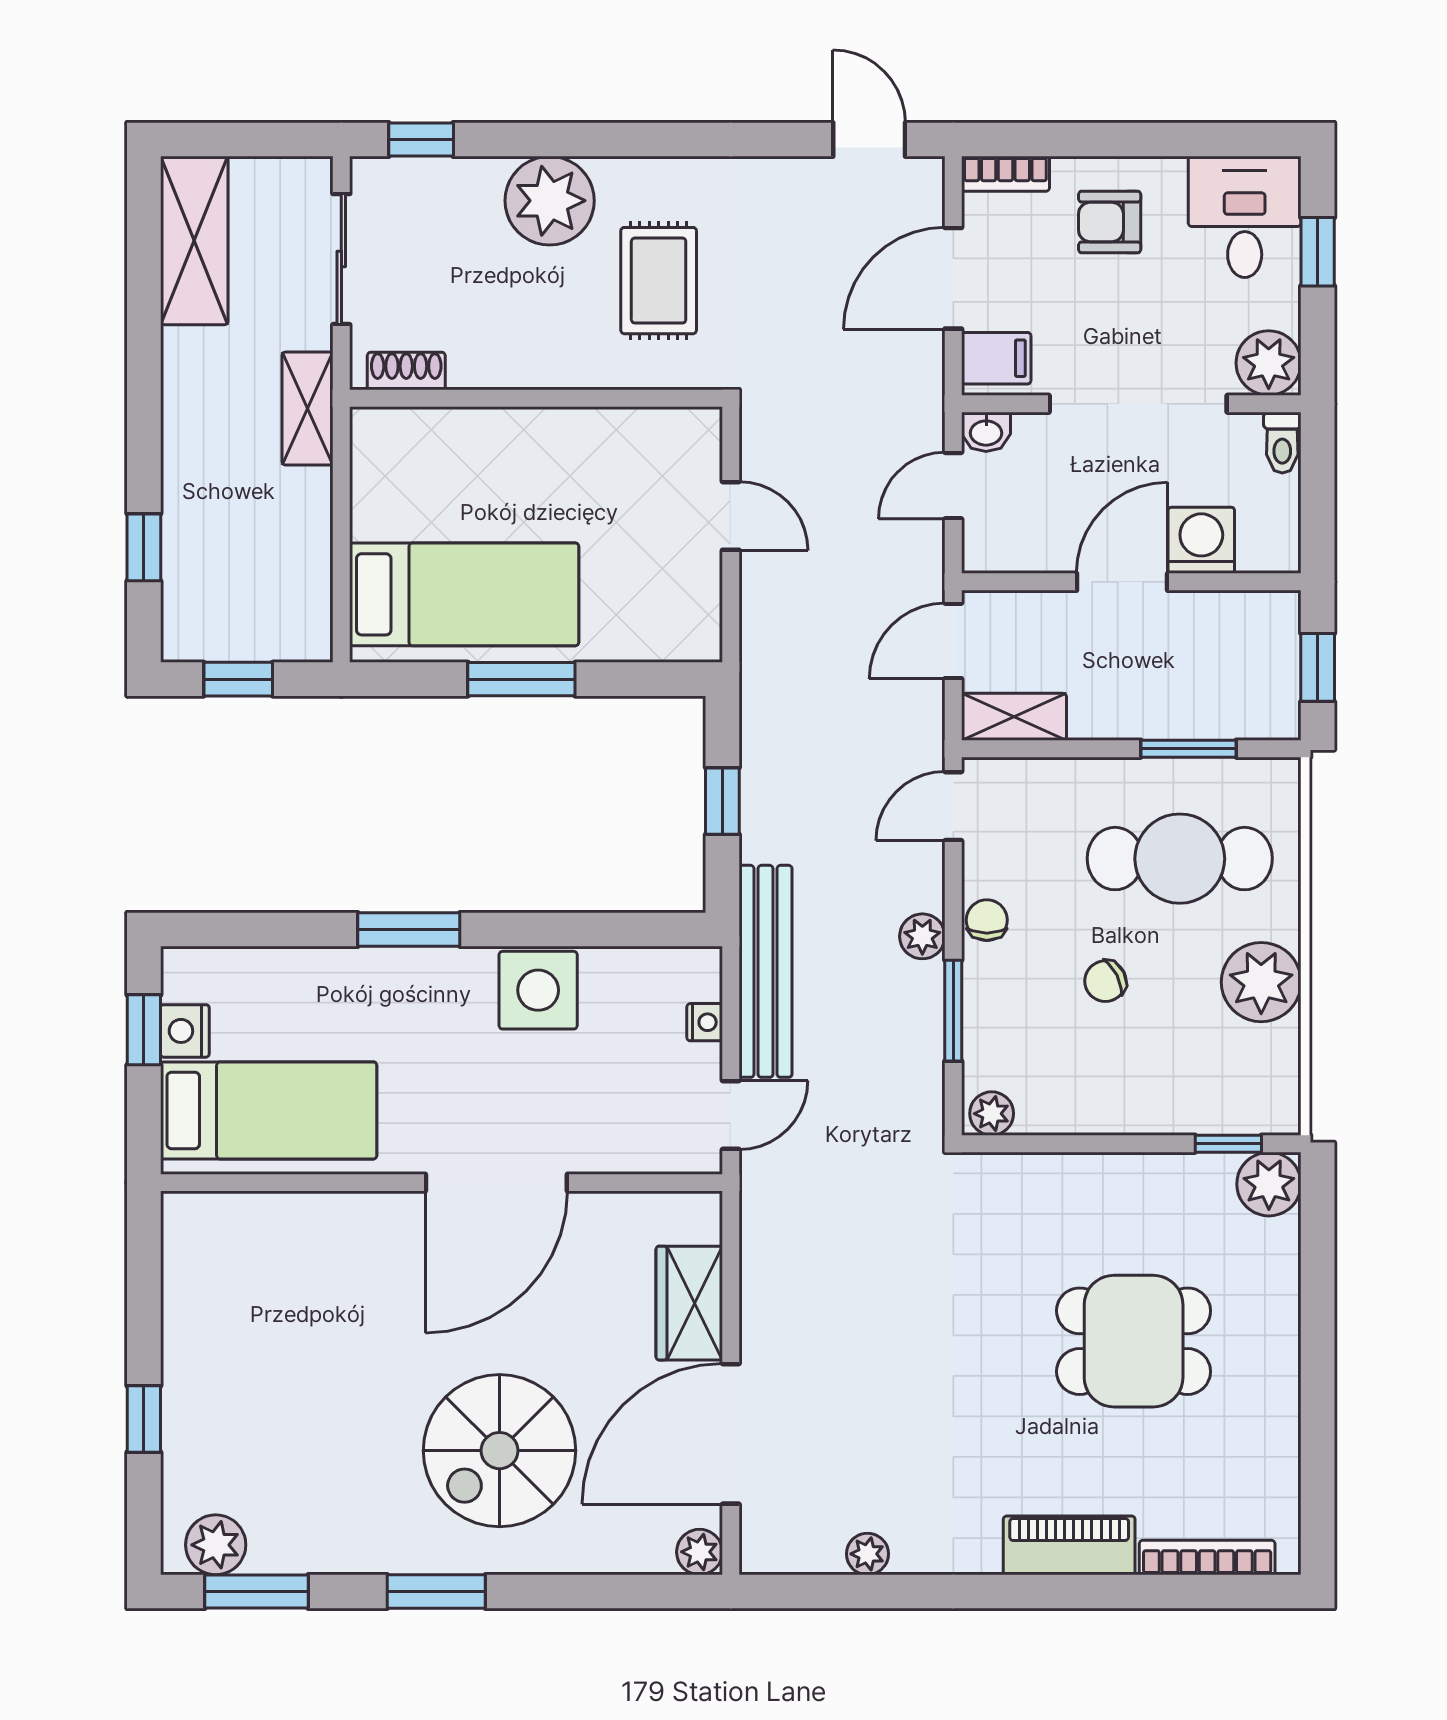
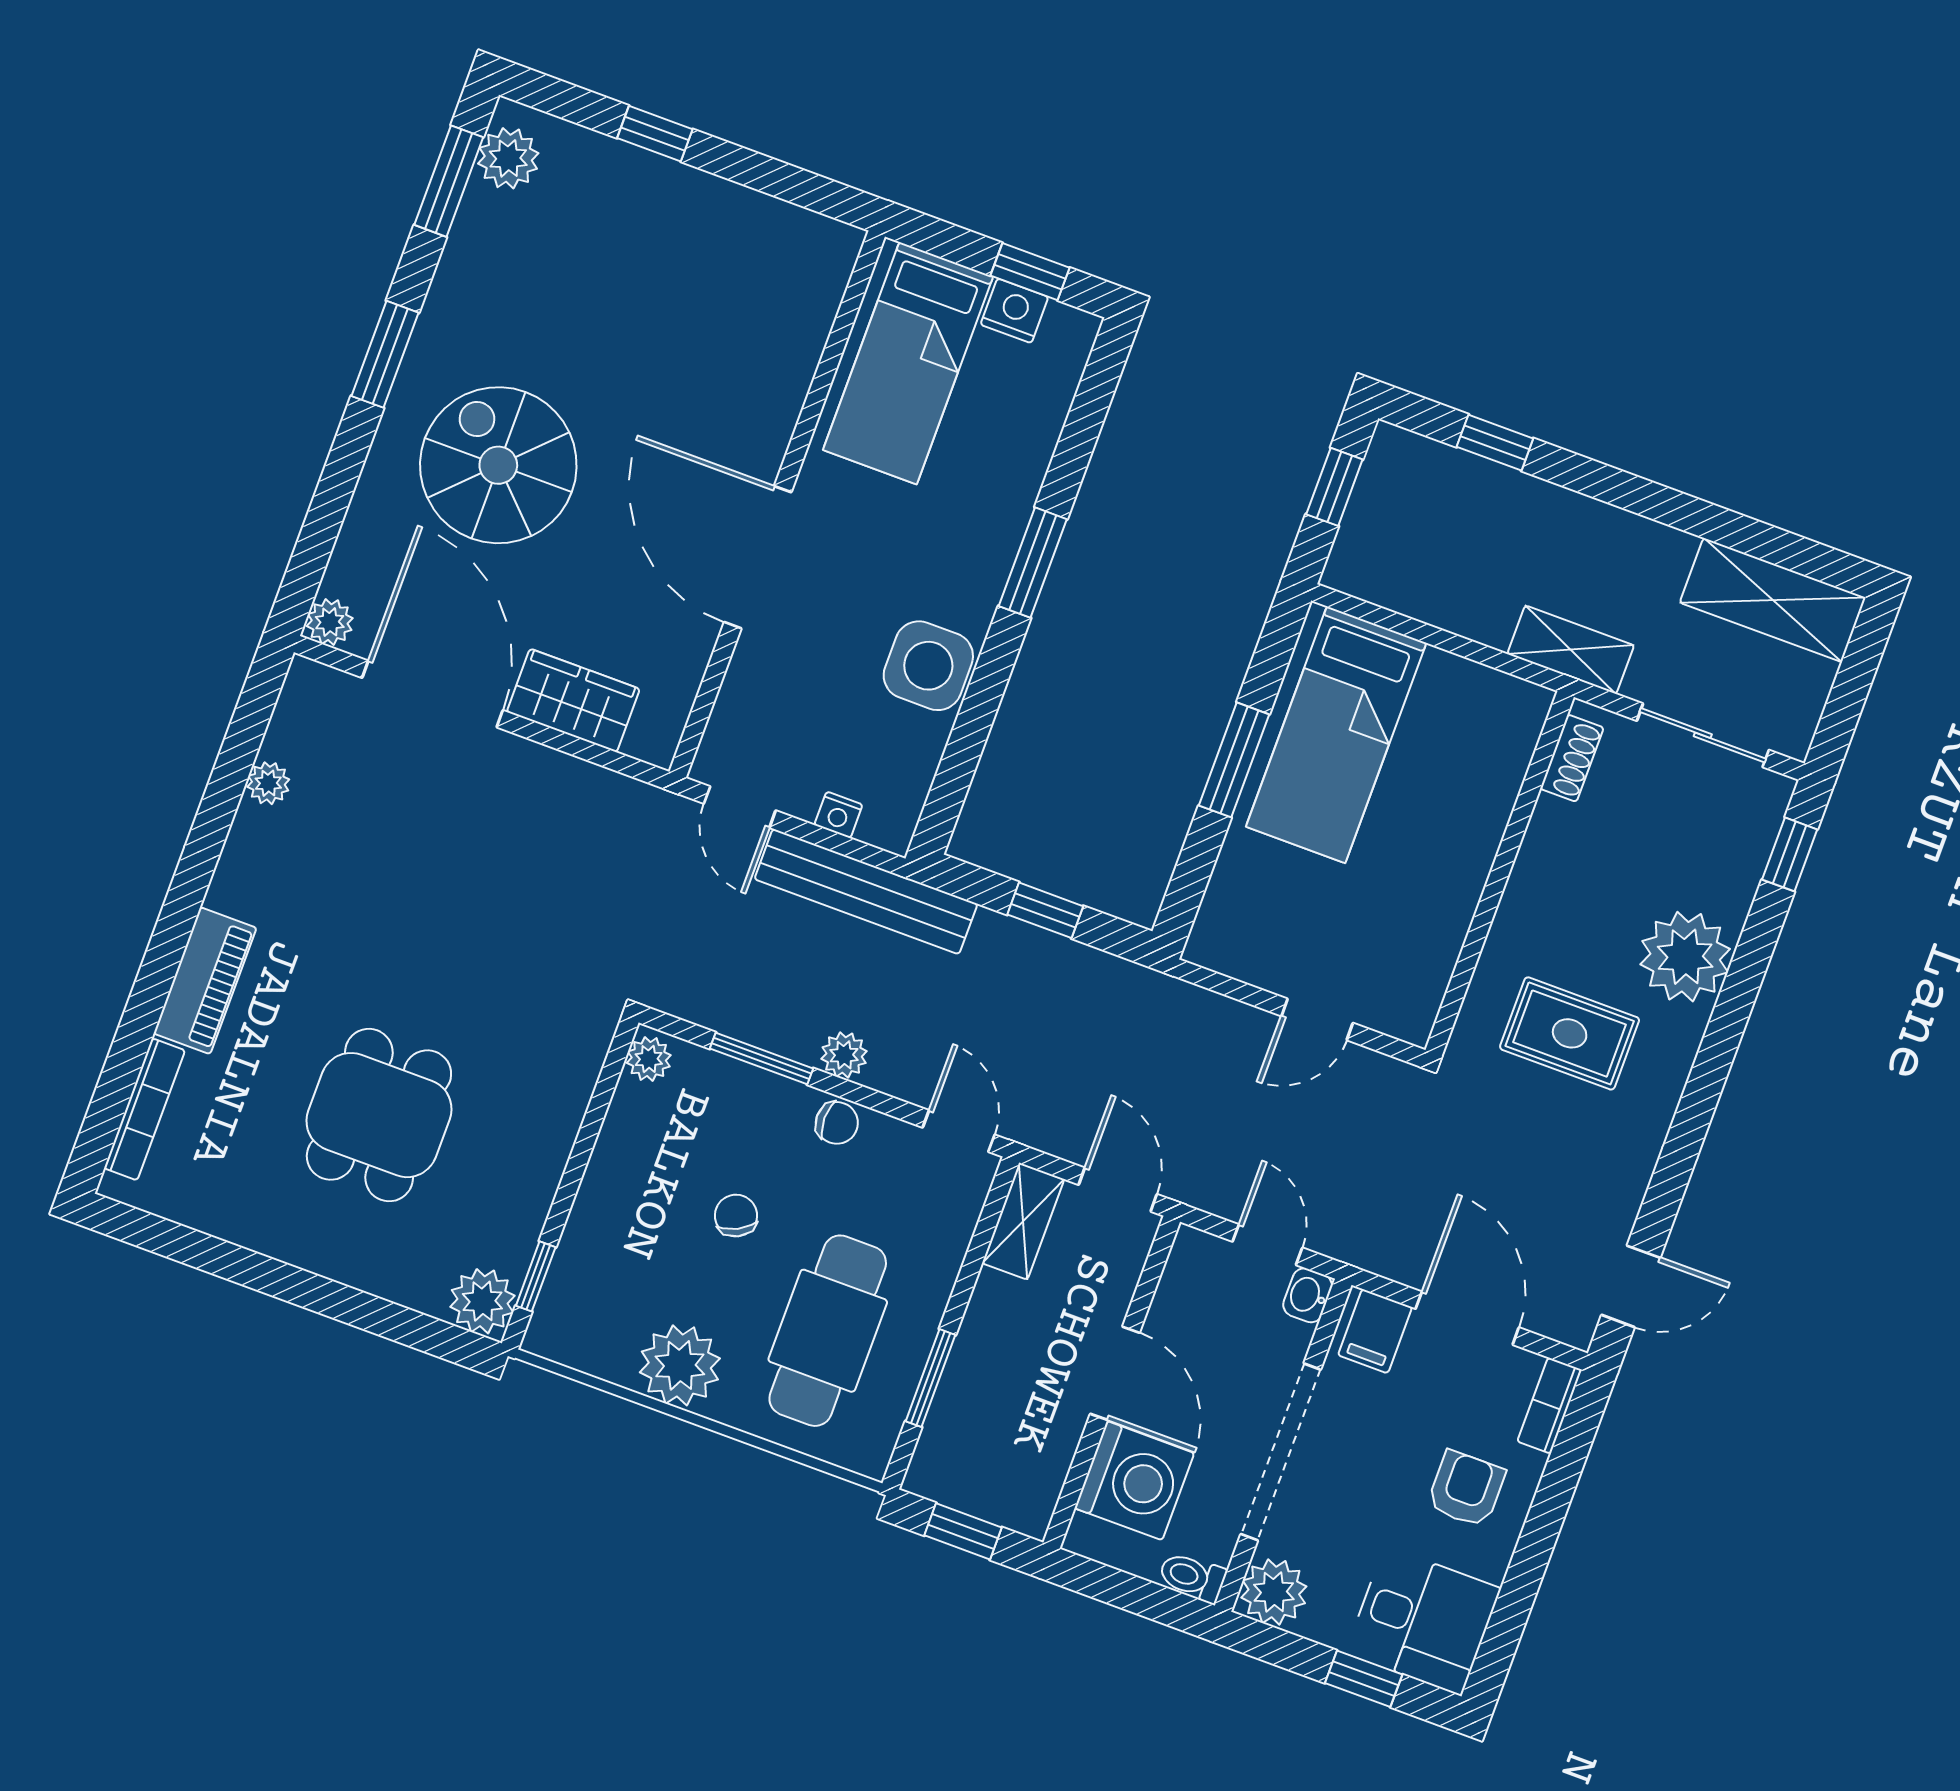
washing machine: (1201, 540) -> (1134, 1481), width x1.37, depth x1.37

